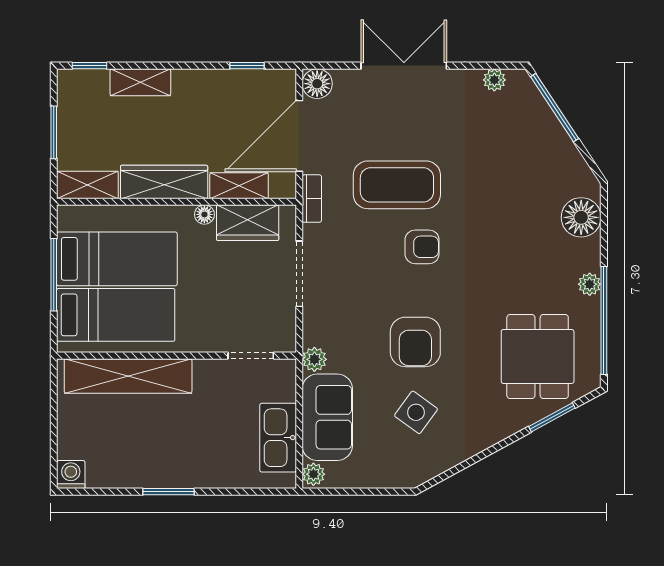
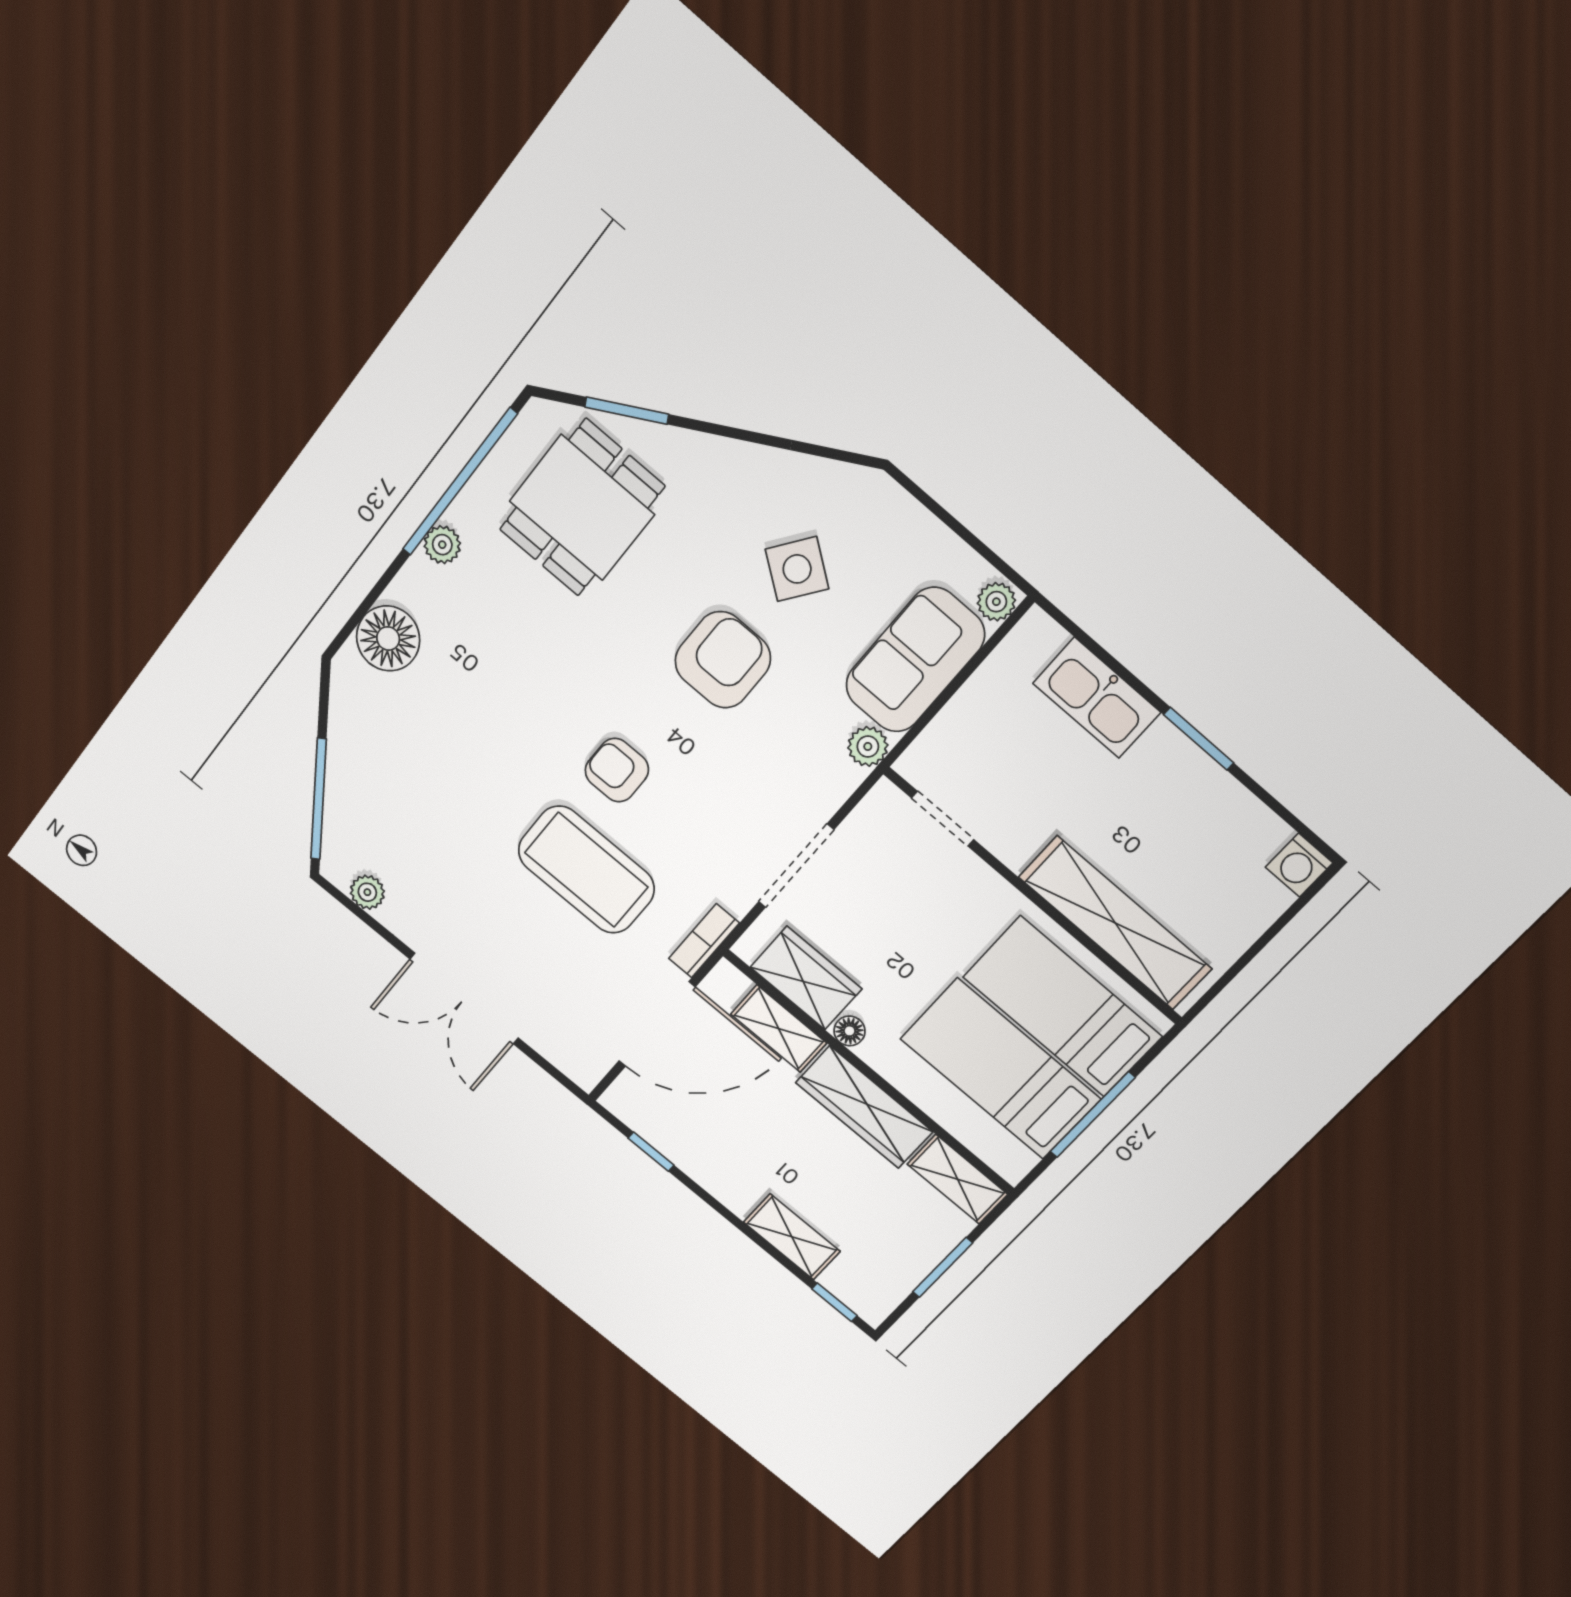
floor lamp: (317, 84) -> (585, 1064), removed
kitchen sink: (278, 438) -> (1097, 698), moved, turned 90

